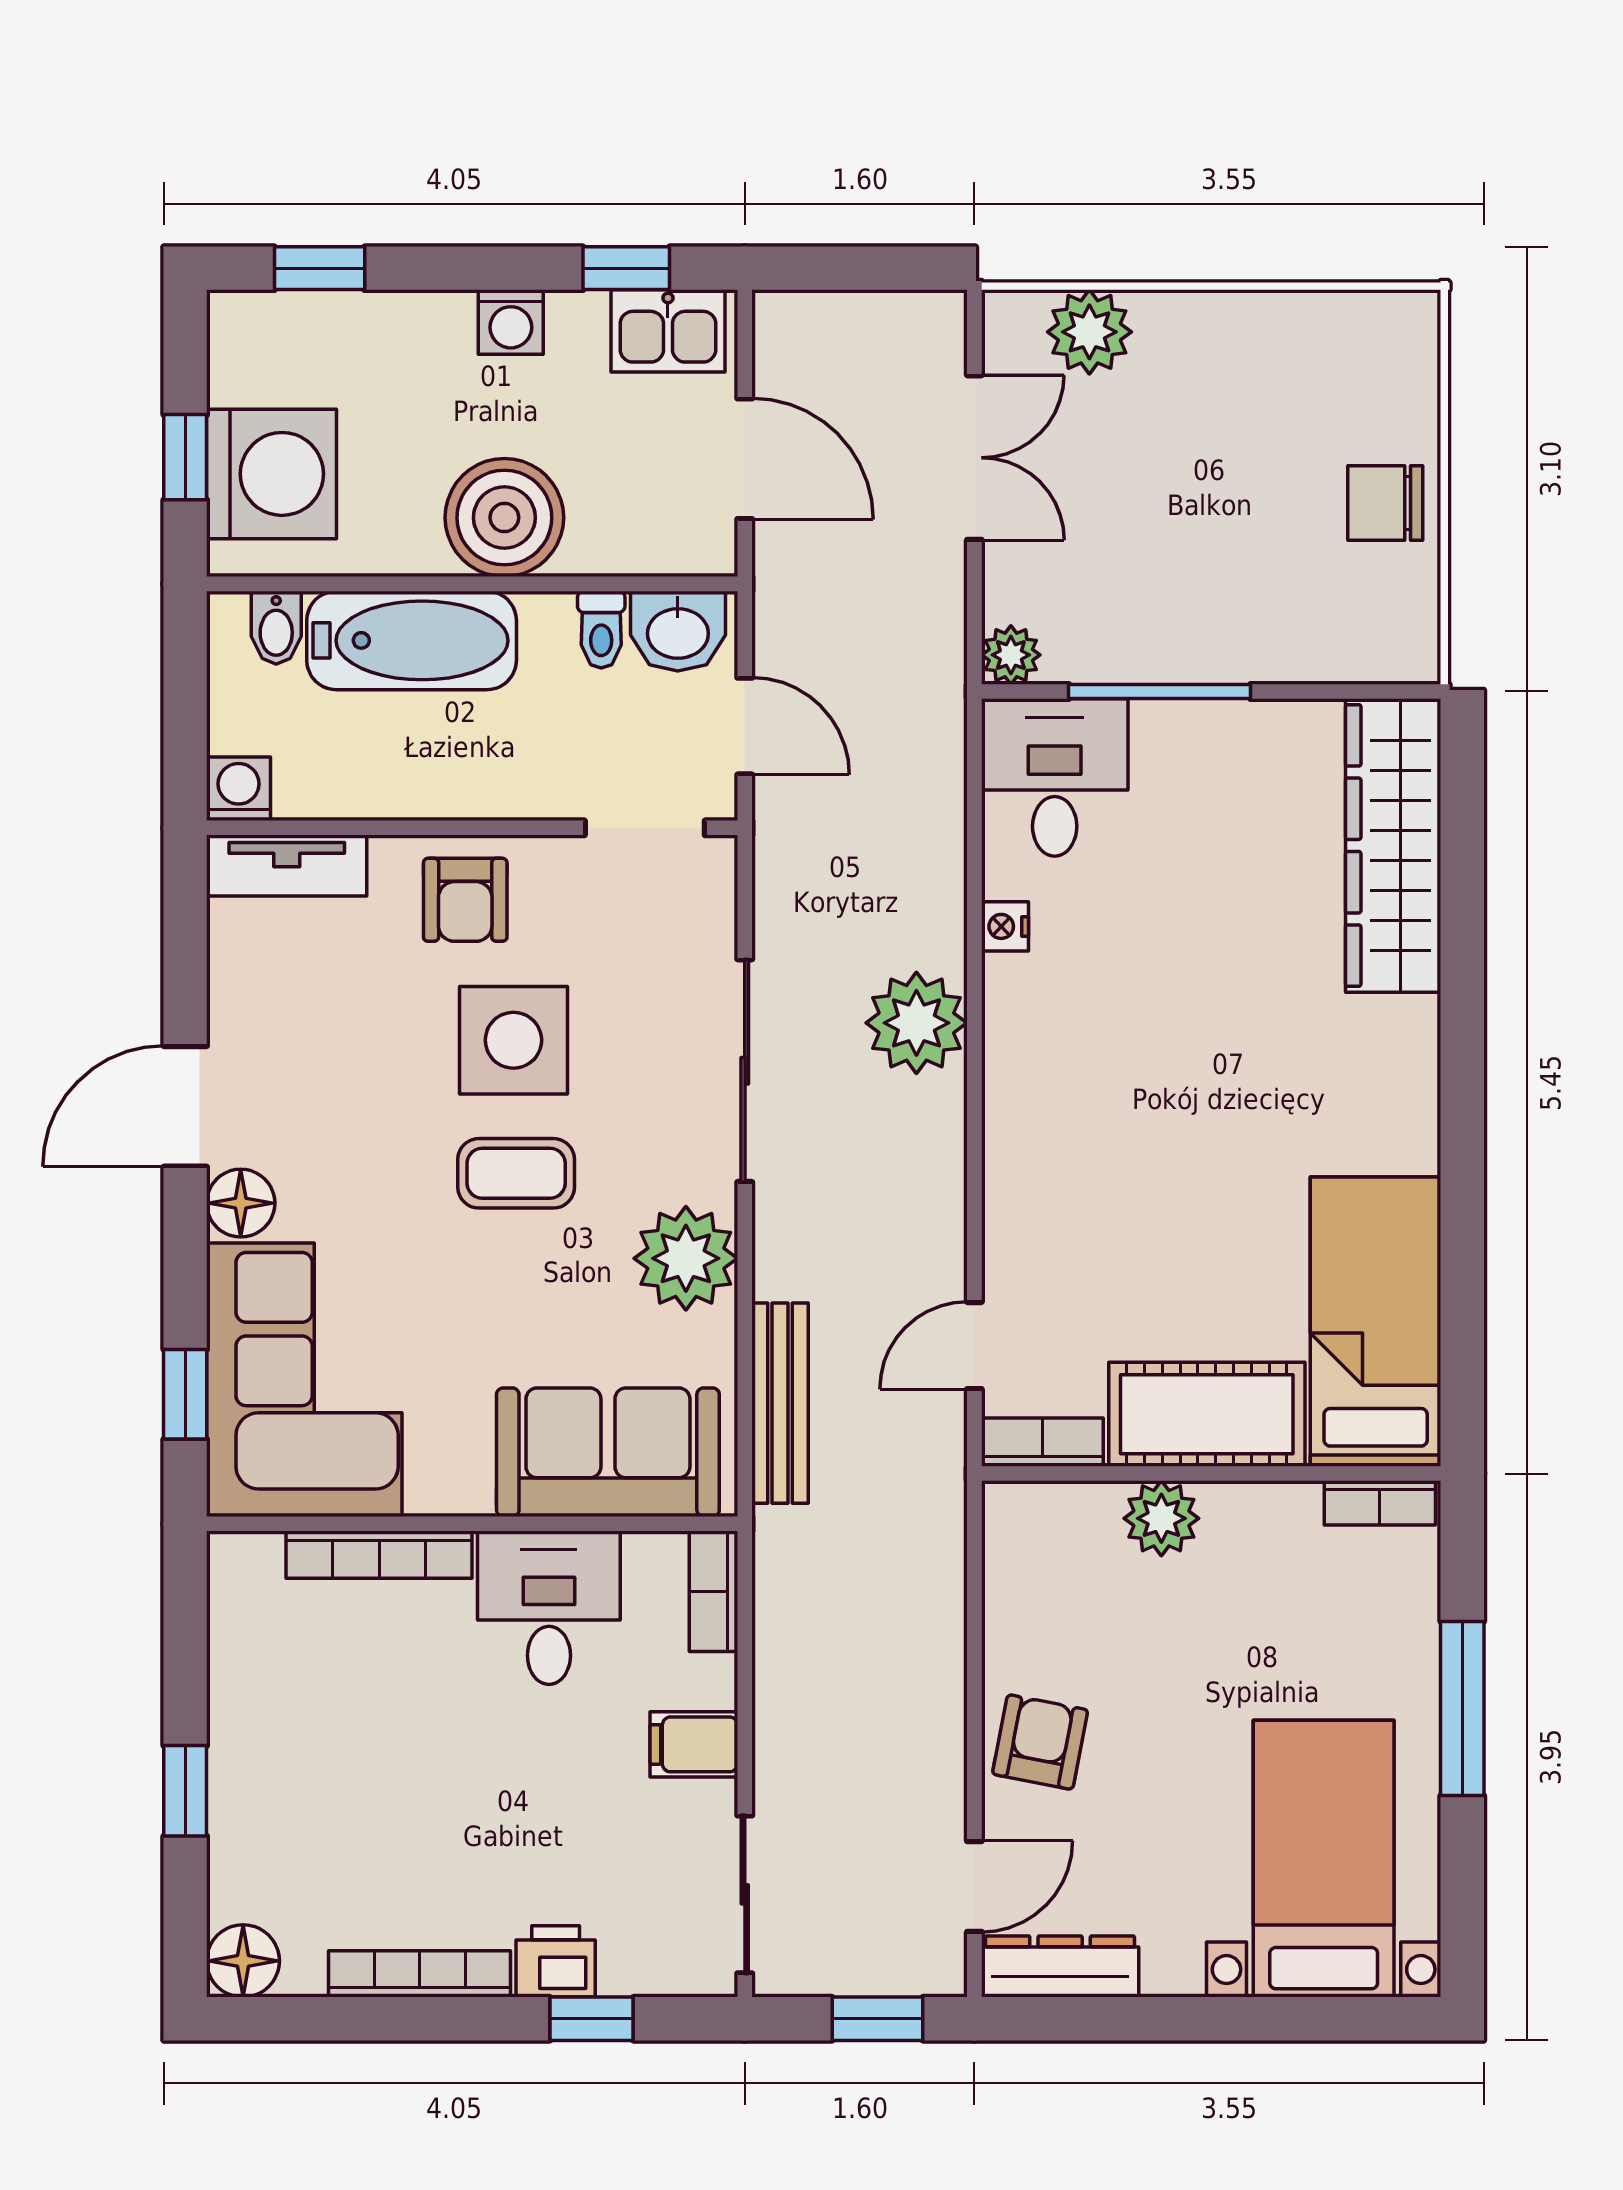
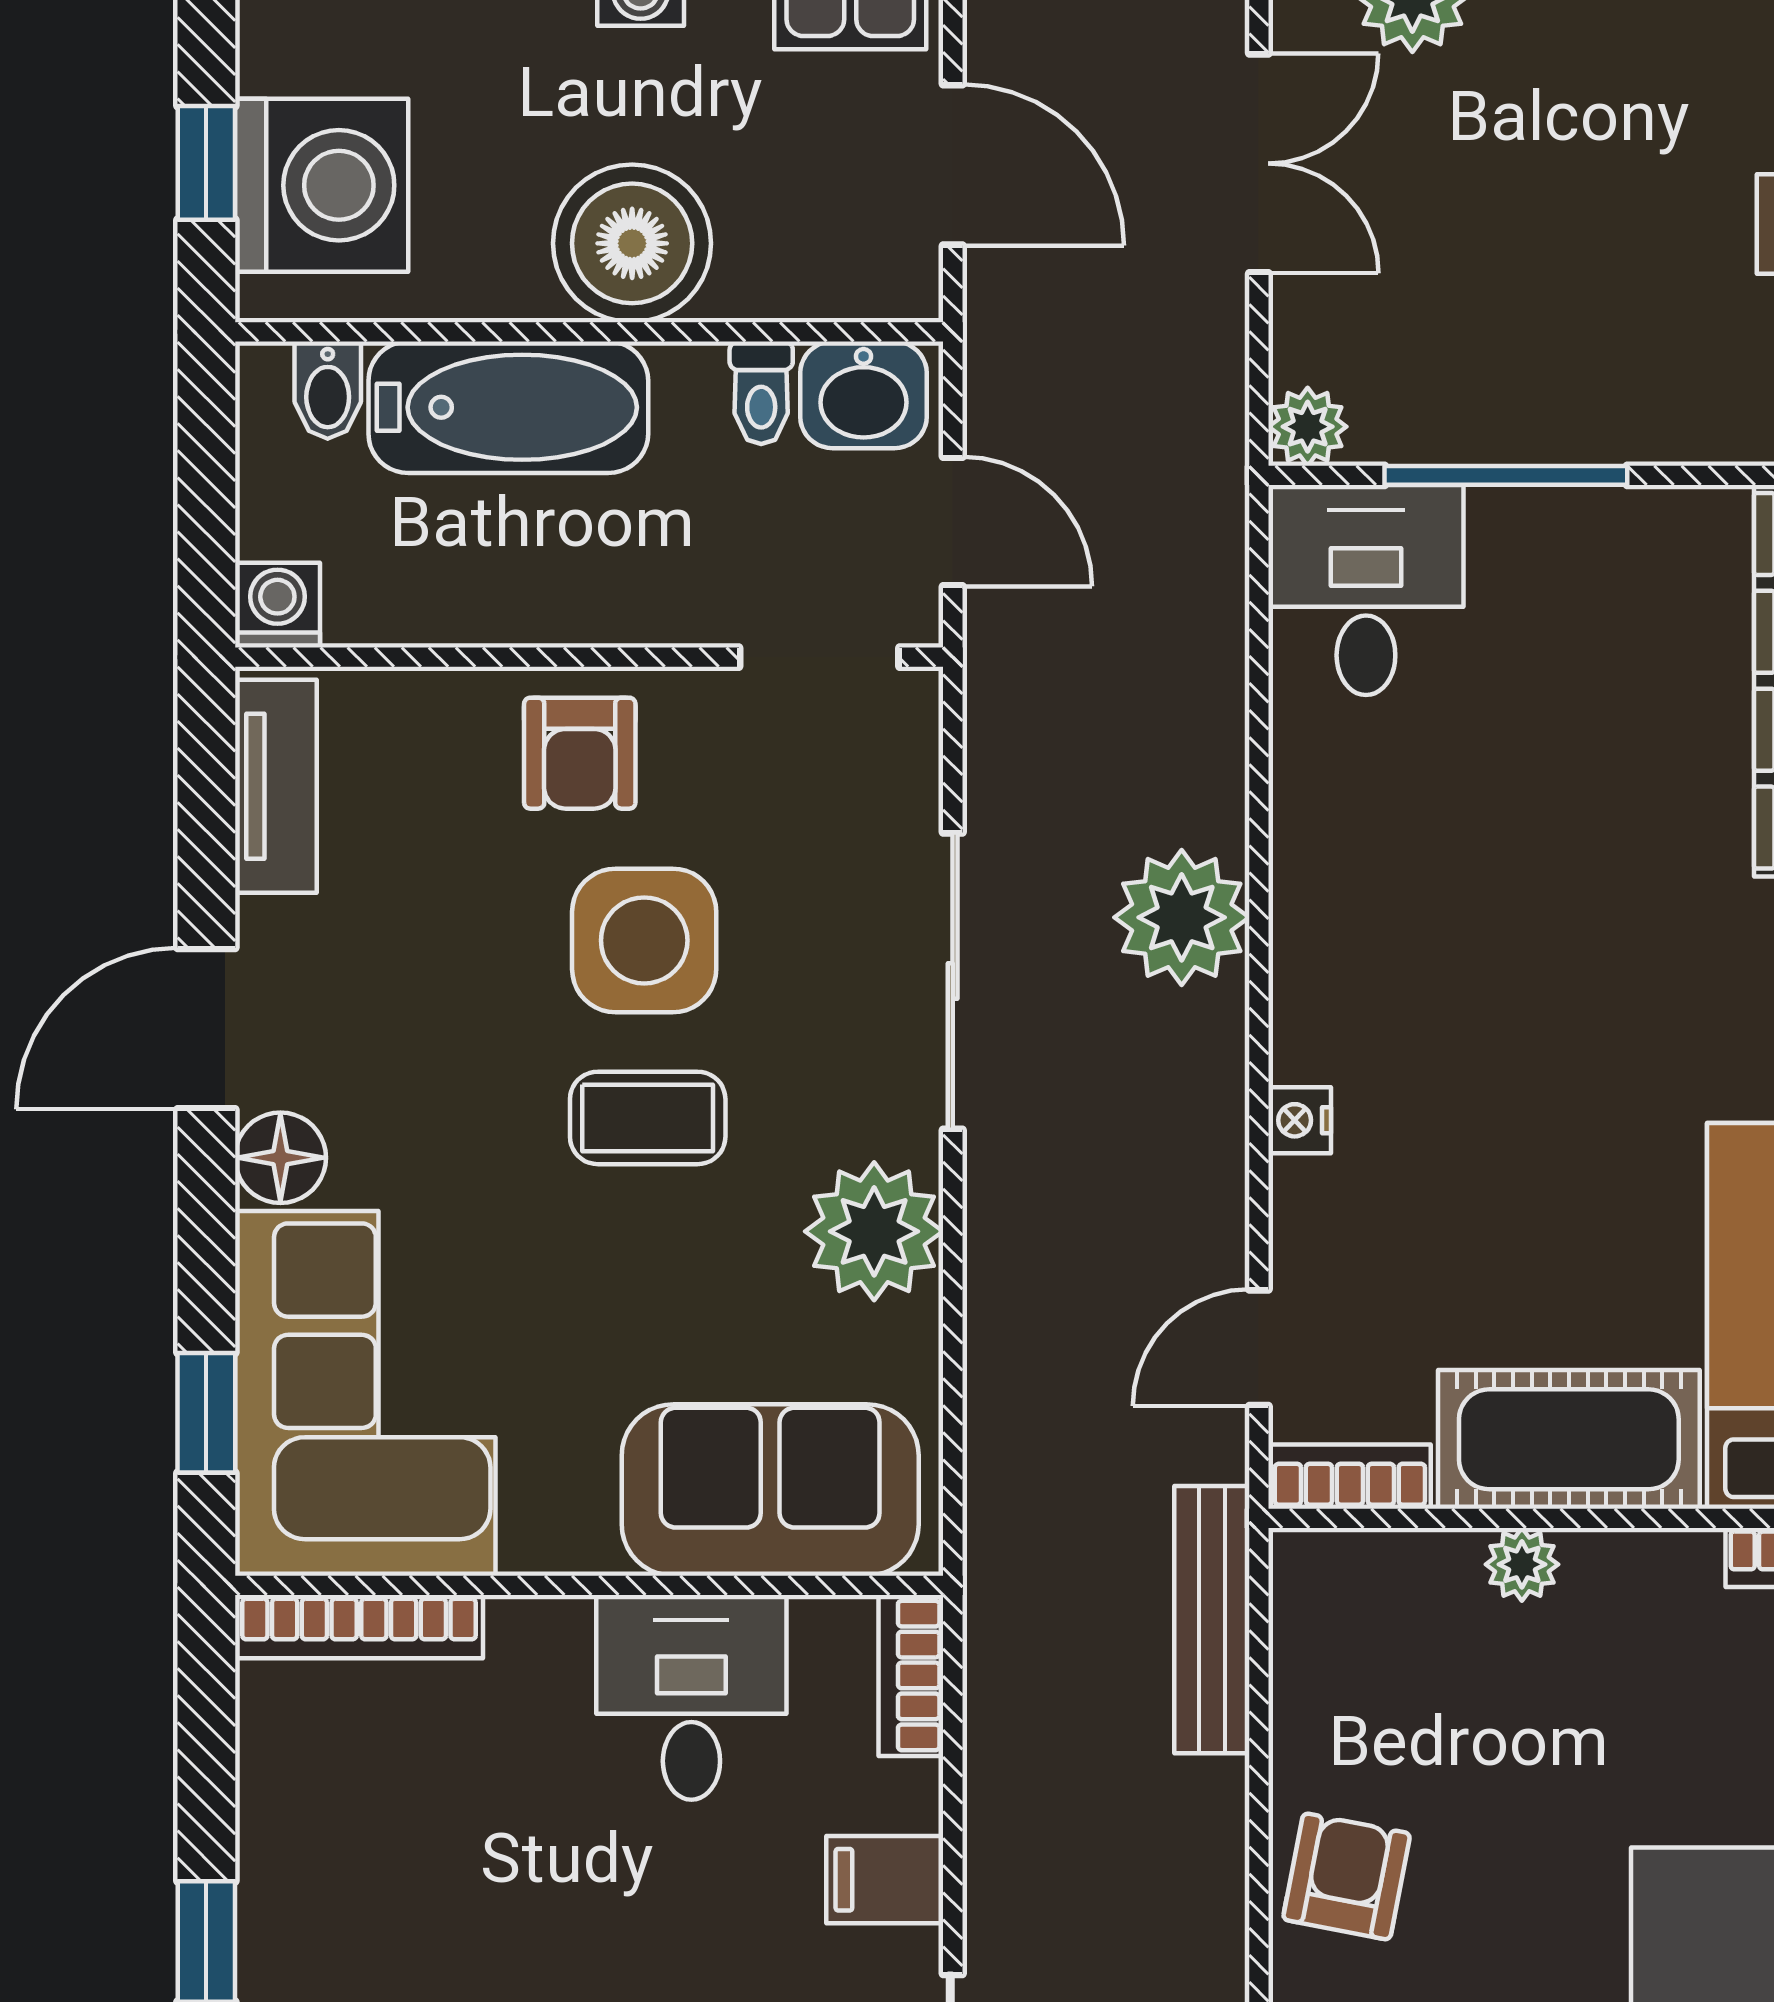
tv unit: (287, 866) -> (276, 786), moved, turned -90
nightstand: (1005, 926) -> (1300, 1120), moved
bench: (780, 1403) -> (1212, 1620), moved
plant: (1161, 1518) -> (1522, 1564), width x0.73, depth x0.73
bookcase: (379, 1555) -> (359, 1627), moved

